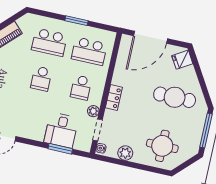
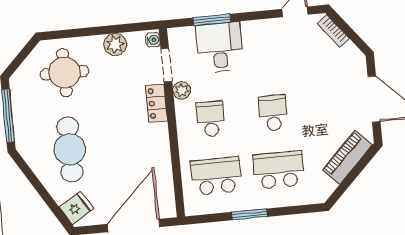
cafe table: (175, 97) -> (70, 149), turned 90
locker: (114, 98) -> (156, 103), moved

